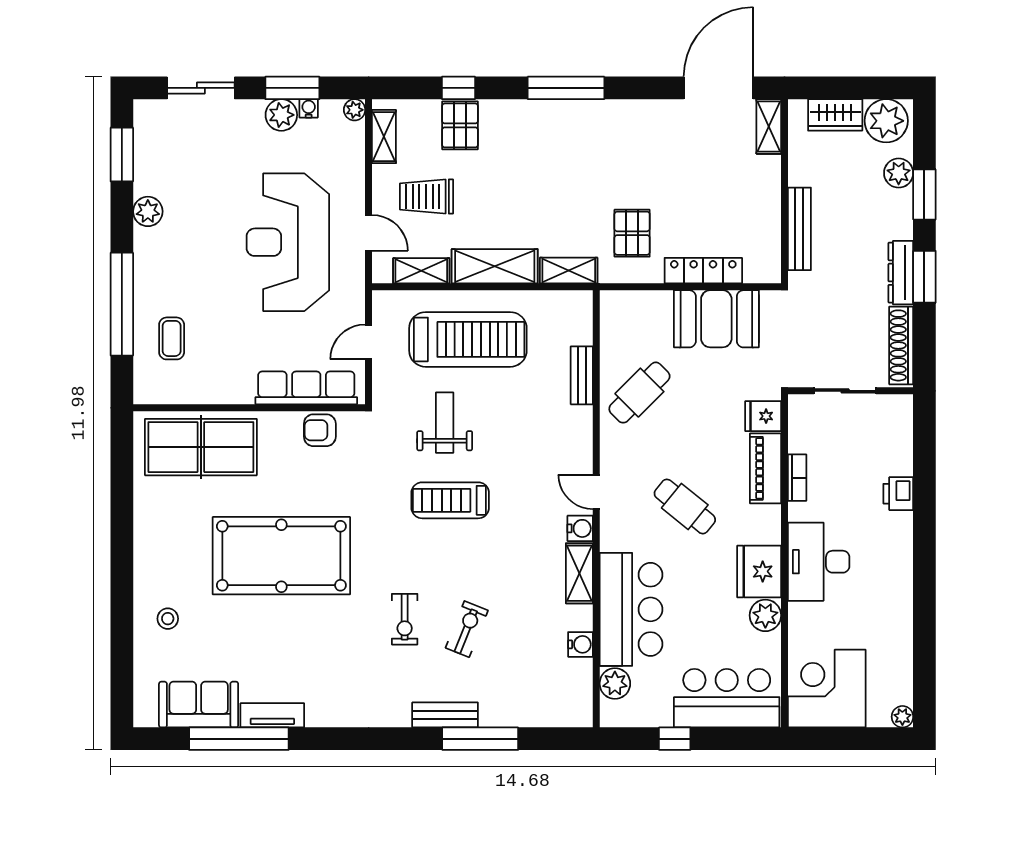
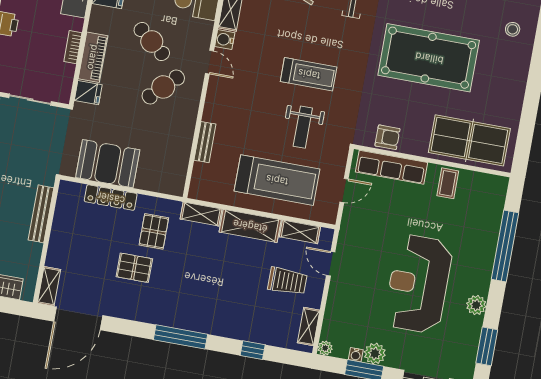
pallet: (460, 125) -> (134, 268), moved, turned 90
reception desk: (288, 242) -> (418, 284), moved, turned 180
coffee table: (172, 338) -> (448, 183), moved
treadmill: (468, 339) -> (277, 180), turned 180
cafe table: (639, 393) -> (163, 87), moved

